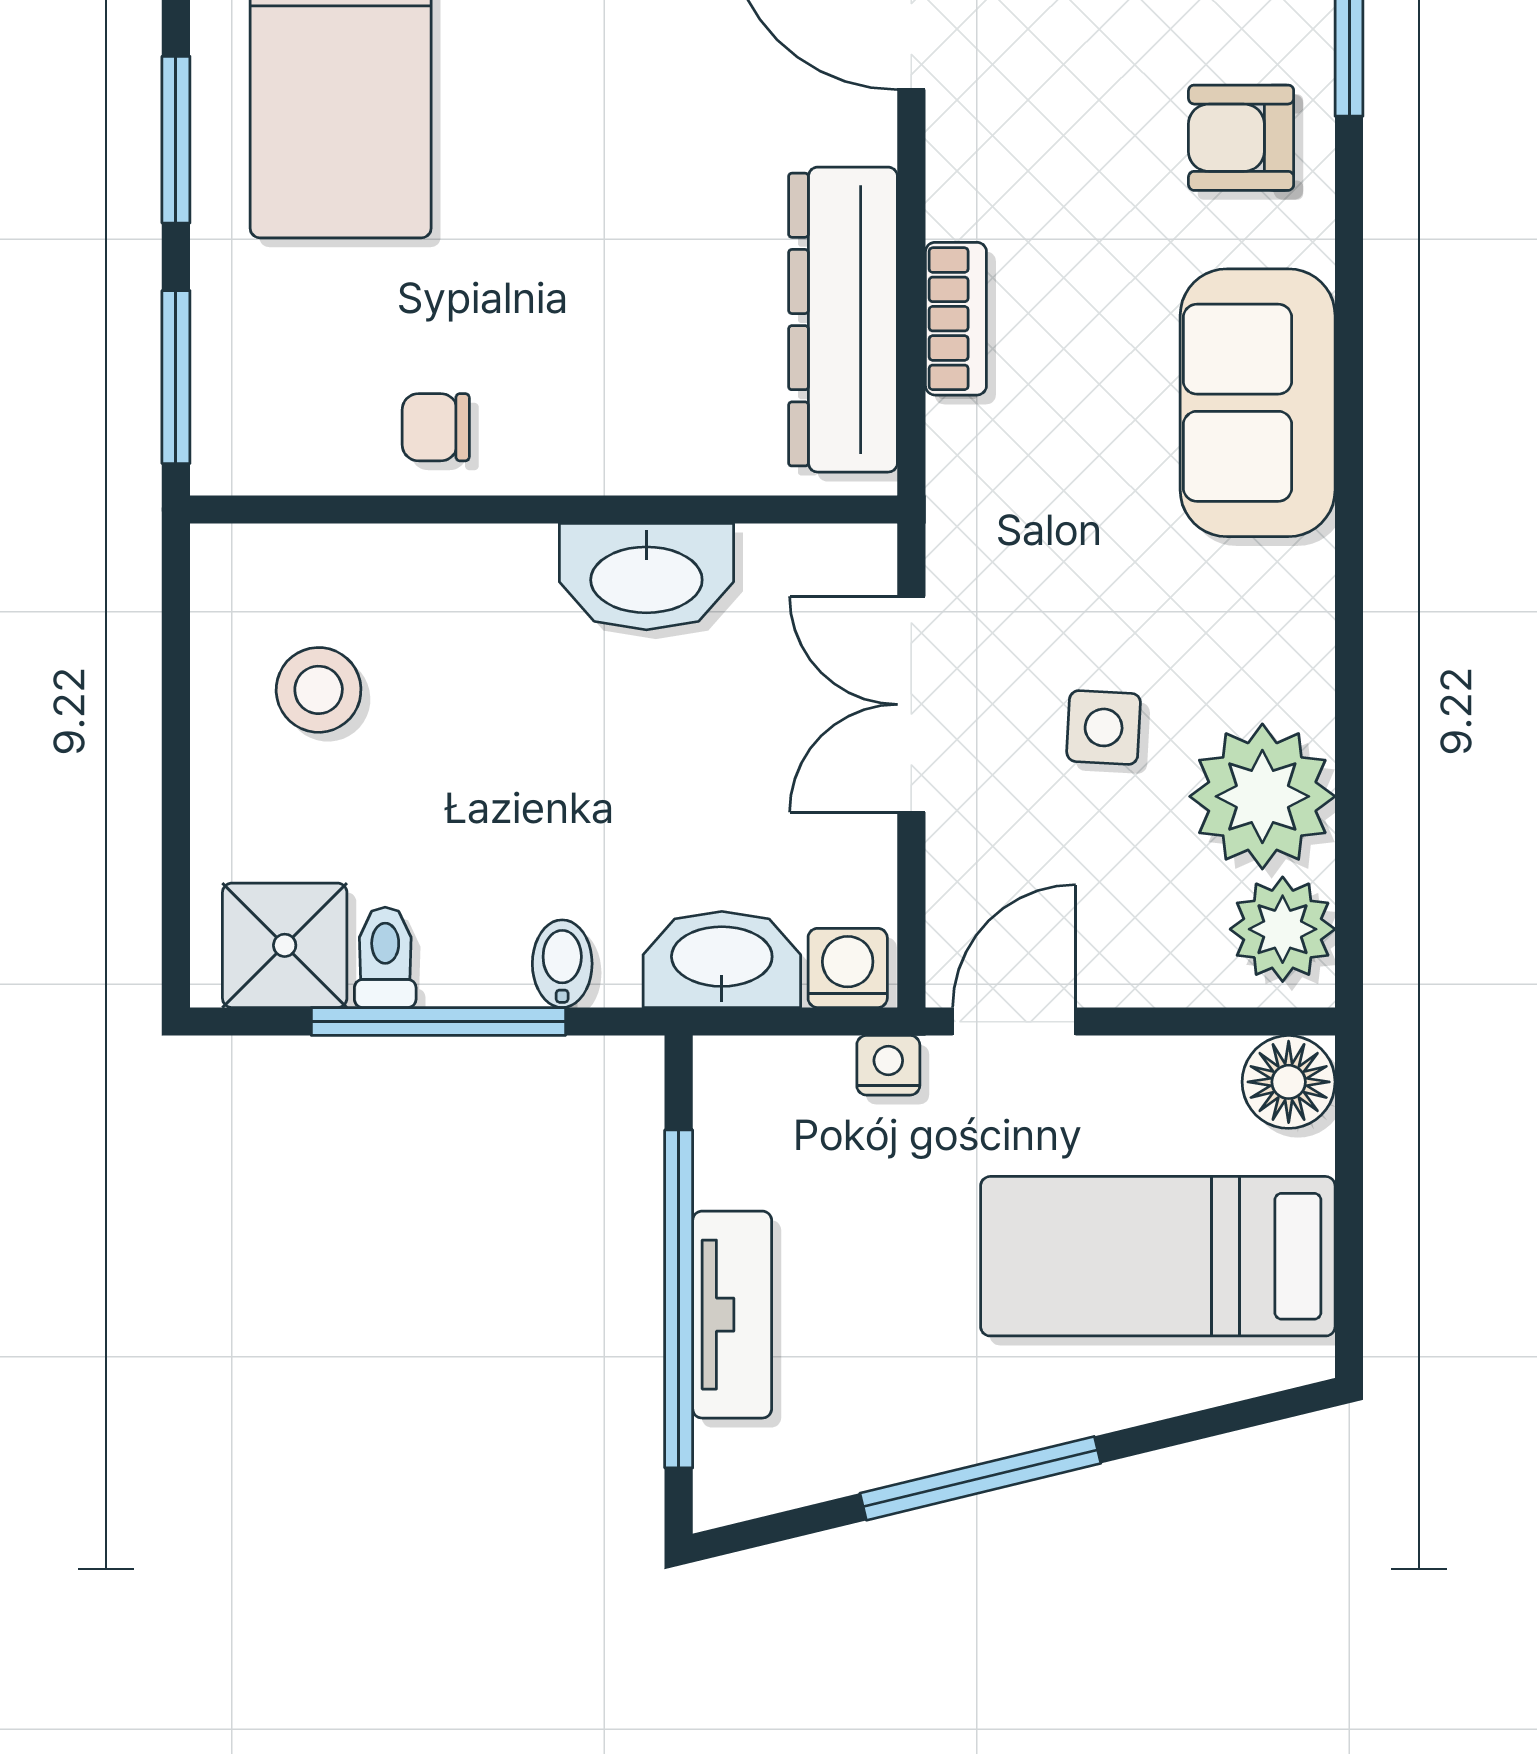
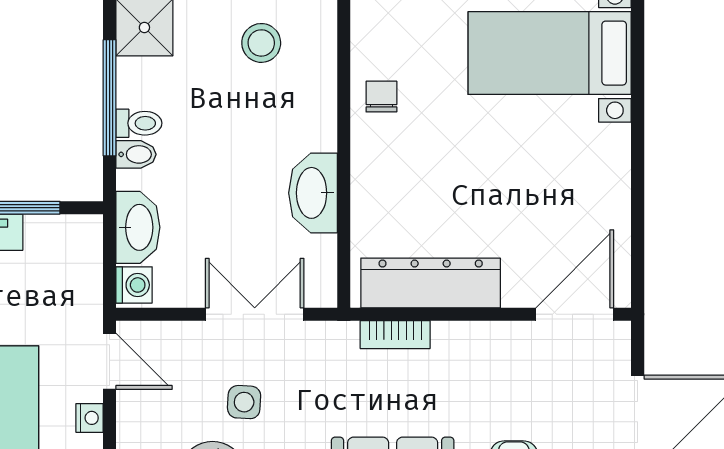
bookcase: (956, 319) -> (395, 335), moved
toilet: (385, 957) -> (139, 123), moved
nightstand: (888, 1065) -> (90, 418), moved

